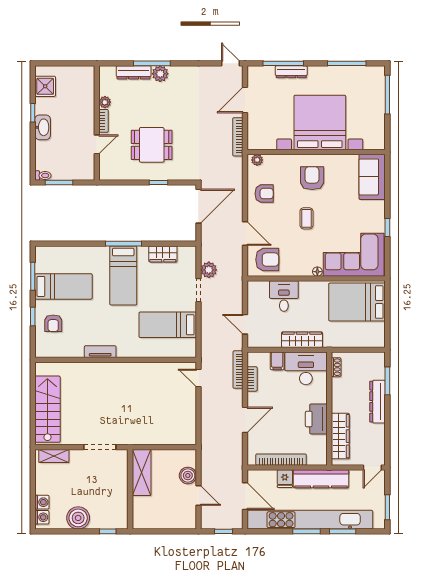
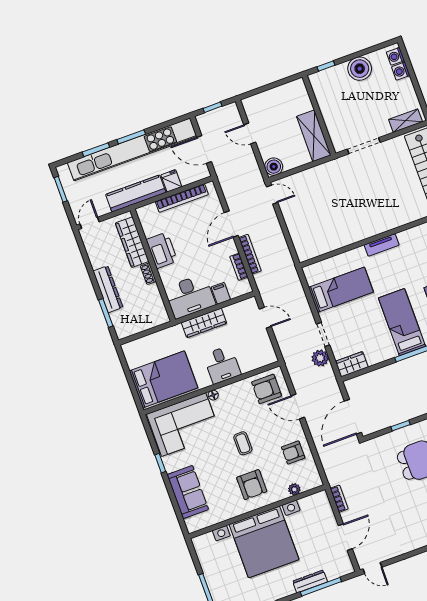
bookcase: (238, 137) -> (339, 499), width x0.64
plant: (257, 160) -> (294, 489), moved
sofa: (372, 177) -> (188, 492), moved
wardrobe: (163, 254) -> (352, 364), moved
desk: (284, 296) -> (222, 365), moved
tv unit: (100, 352) -> (382, 245), moved
shoe rack: (336, 367) -> (148, 274), moved
bookcase: (238, 370) -> (250, 254), moved
door: (198, 378) -> (272, 195), moved
boiler: (188, 475) -> (274, 167), moved

